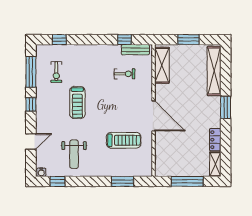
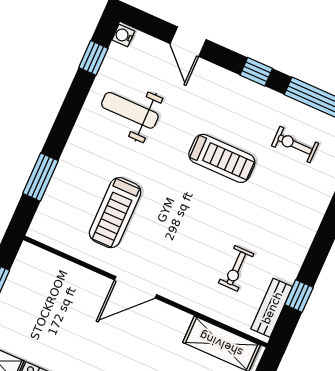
treadmill: (77, 103) -> (222, 158), turned 180
door: (154, 116) -> (136, 287), width x0.73

